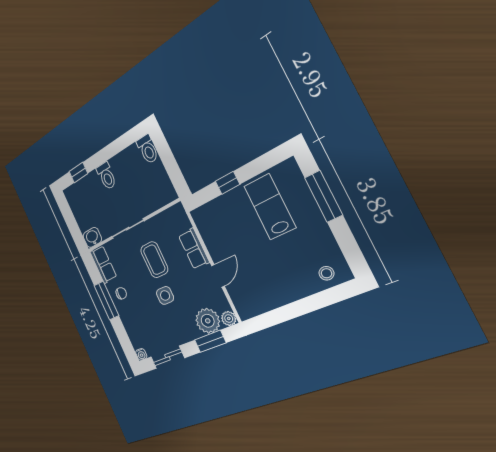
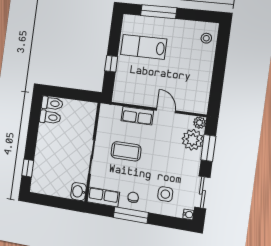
toilet: (106, 176) -> (50, 117), moved
side table: (165, 295) -> (165, 194), moved

